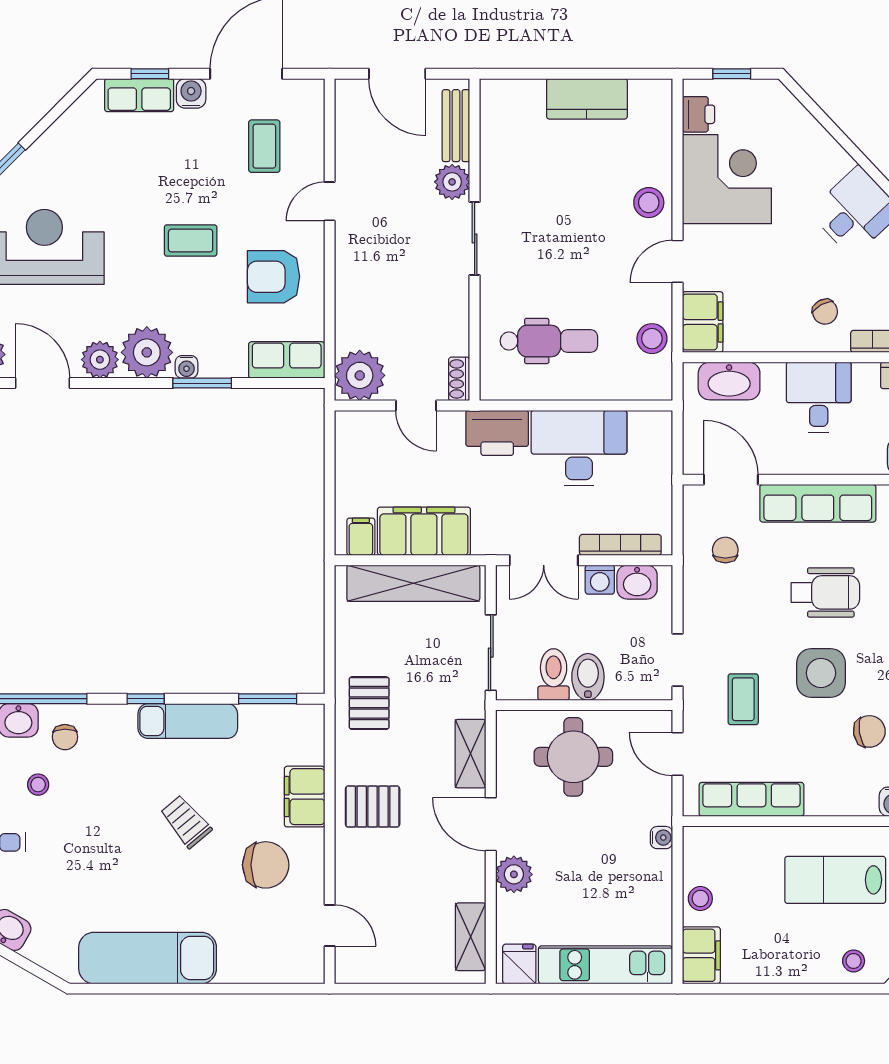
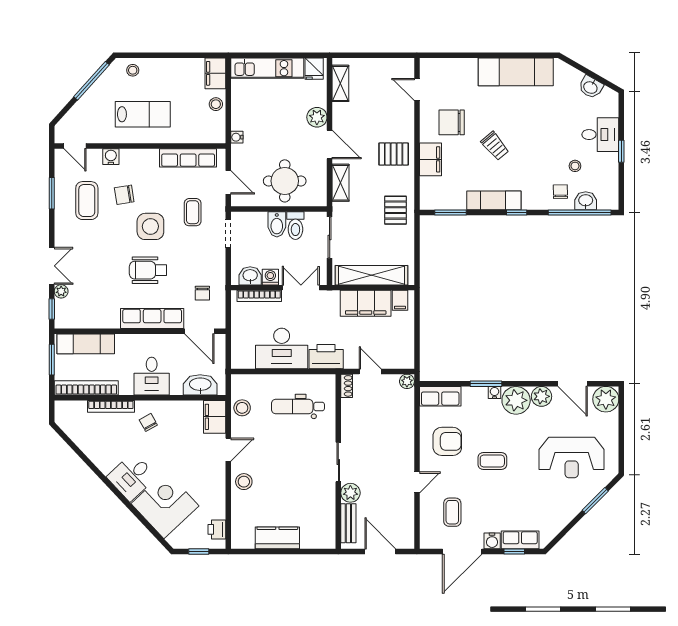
corner desk: (727, 179) -> (165, 505), moved, turned 137
plant: (360, 375) -> (407, 381), width x0.53, depth x0.53

